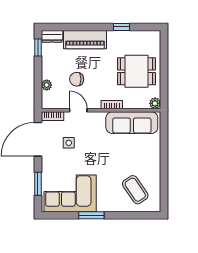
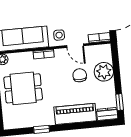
chair: (77, 79) -> (80, 75), turned -90
plant: (47, 85) -> (104, 72), width x1.87, depth x1.87
side table: (69, 143) -> (59, 35), moved

